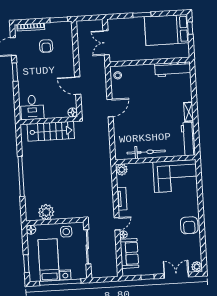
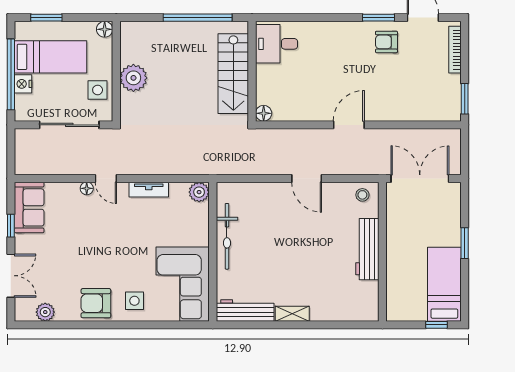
bed: (167, 30) -> (444, 284), width x0.67
double door: (106, 43) -> (420, 178), width x1.37
armchair: (46, 46) -> (386, 42), moved
workbench: (173, 69) -> (367, 249), moved
desk: (32, 107) -> (277, 44), moved
floor lamp: (73, 112) -> (264, 113), moved
wall: (49, 121) -> (252, 71), moved
stairs: (51, 131) -> (233, 74), moved
side table: (187, 203) -> (134, 301), added
plant: (46, 212) -> (133, 78), moved
sofa: (129, 253) -> (29, 207), moved, turned -90
plant: (197, 267) -> (45, 312), moved

